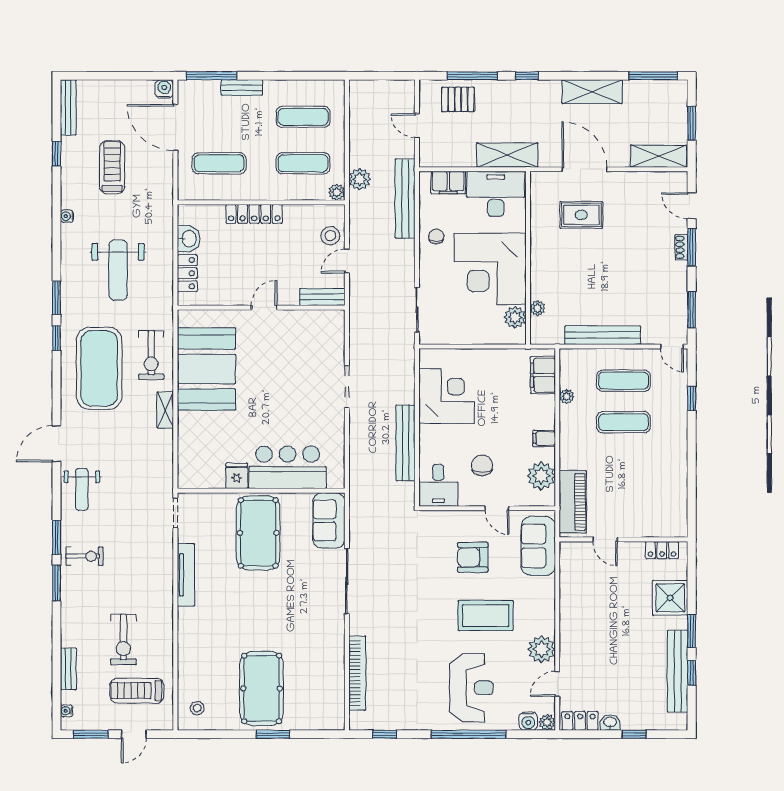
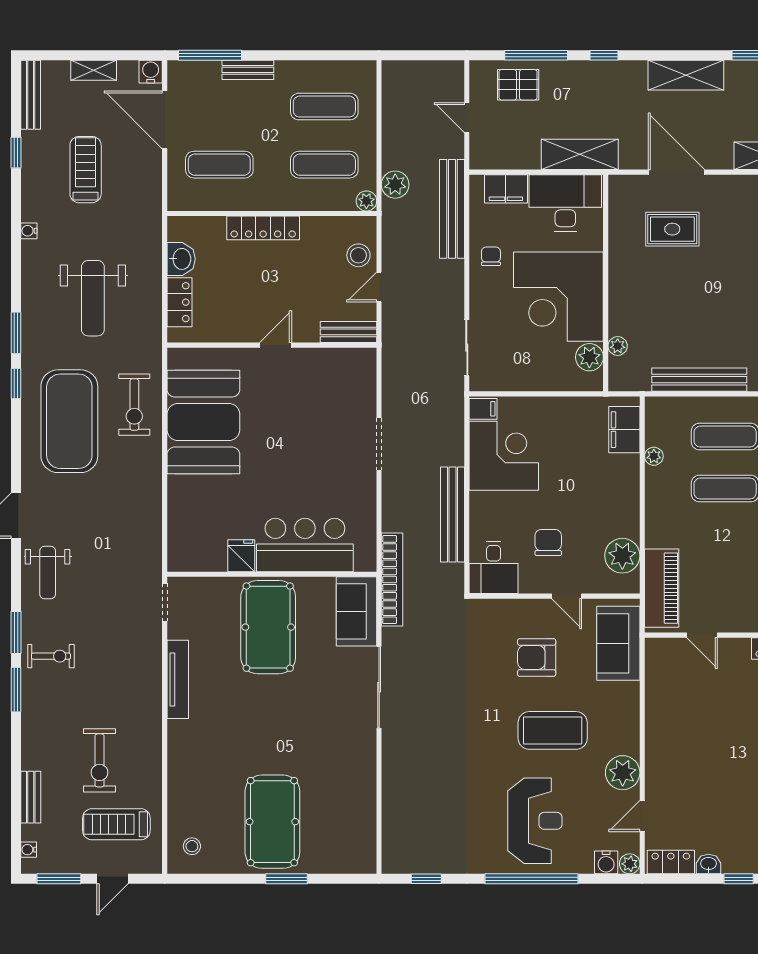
shelving: (165, 410) -> (94, 70), moved, turned 90
filing cabinet: (544, 438) -> (483, 409), moved, turned 180
bookcase: (357, 673) -> (392, 580), moved

